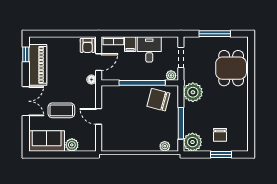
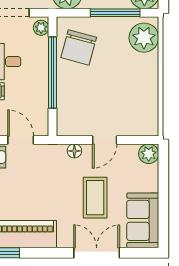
floor lamp: (91, 80) -> (74, 151), moved
double door: (26, 101) -> (97, 253), moved
plant: (72, 145) -> (149, 154), moved
plant: (165, 146) -> (144, 38), width x1.88, depth x1.88

